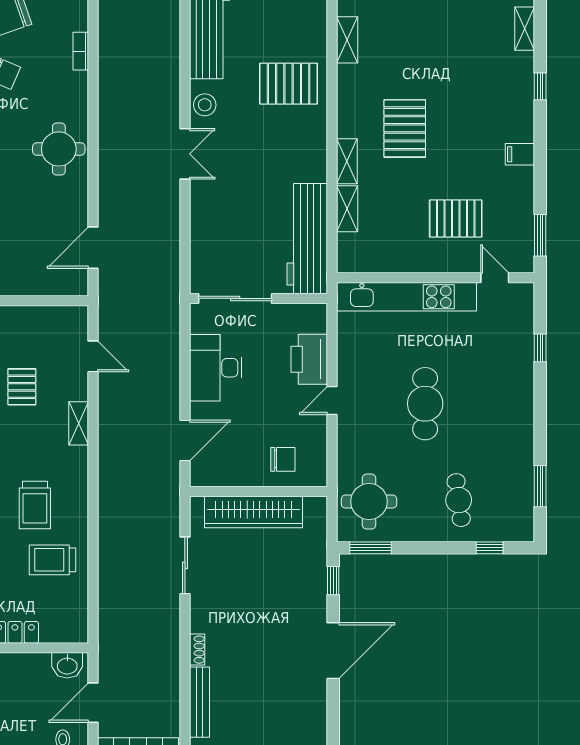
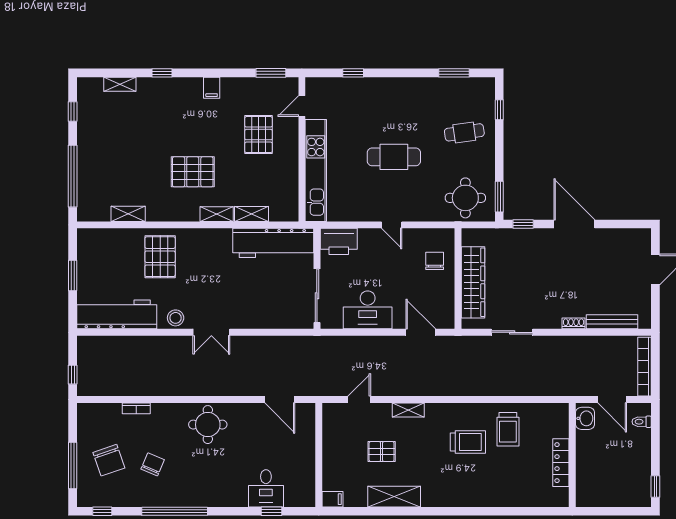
double door: (185, 154) -> (211, 332), swing flipped
printer: (309, 359) -> (339, 241), moved

